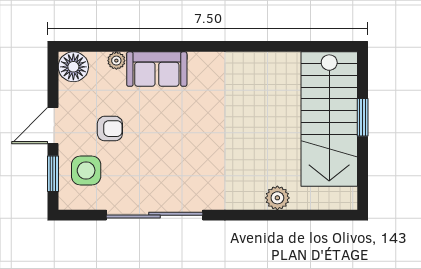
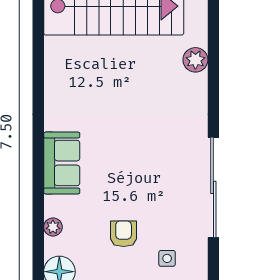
sofa: (157, 69) -> (62, 163), moved
side table: (86, 170) -> (167, 258), width x0.54, depth x0.54

